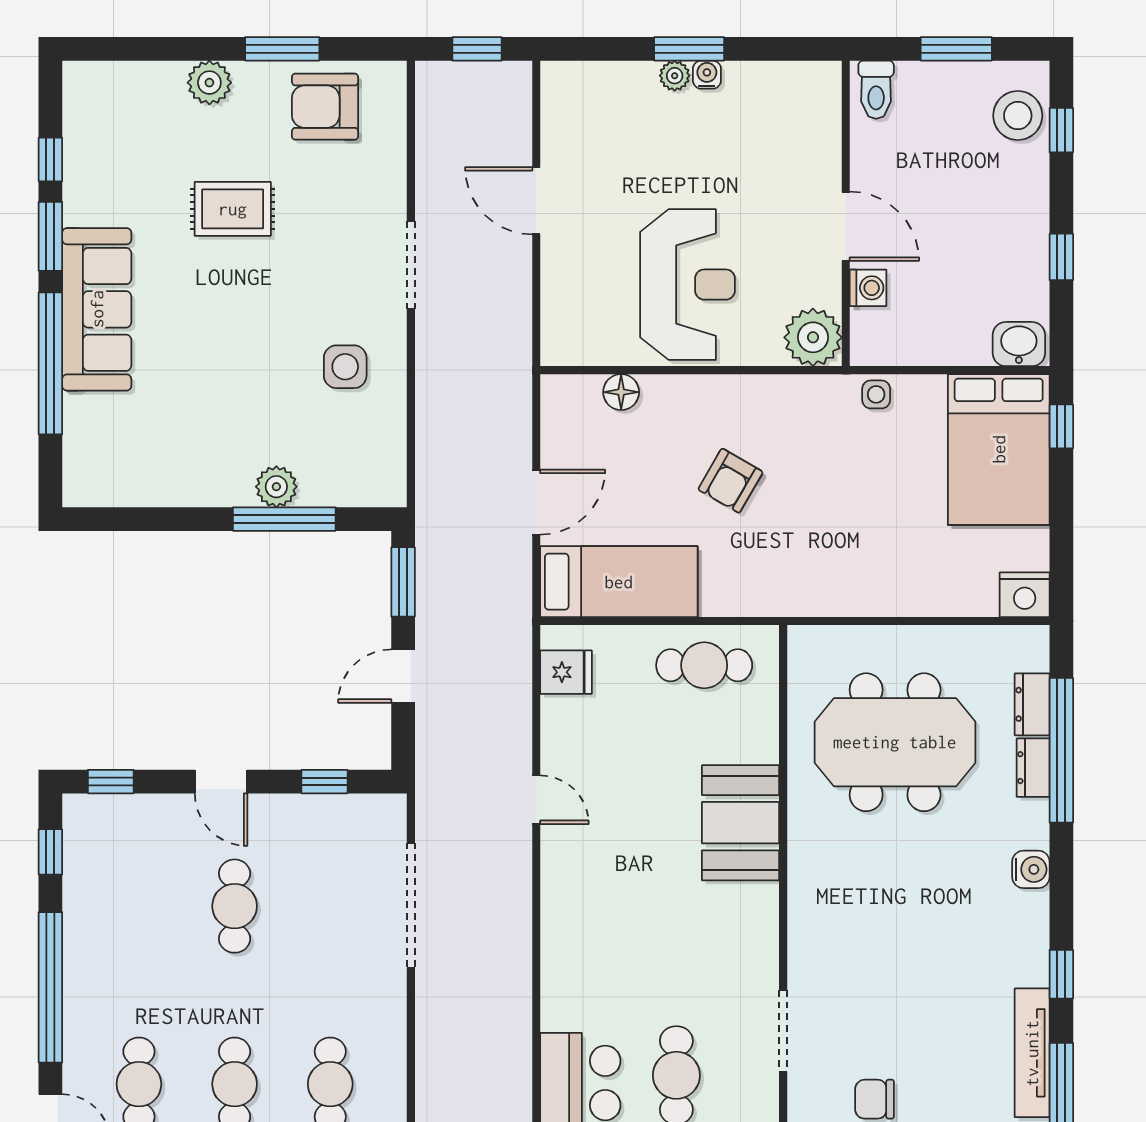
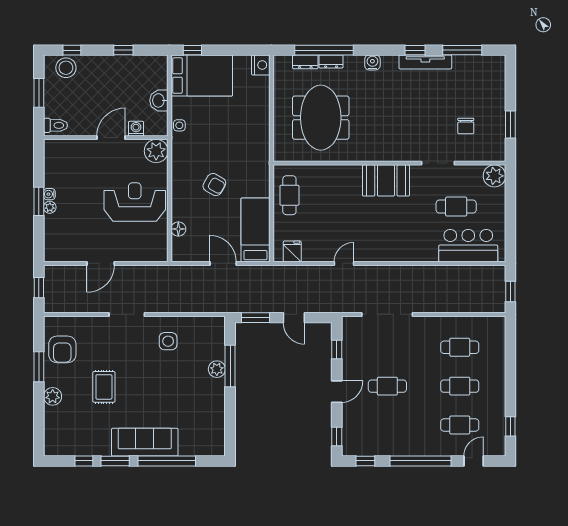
washbasin: (1019, 344) -> (159, 100), moved
booth: (741, 823) -> (386, 180), moved
tv unit: (1032, 1053) -> (425, 62), moved

